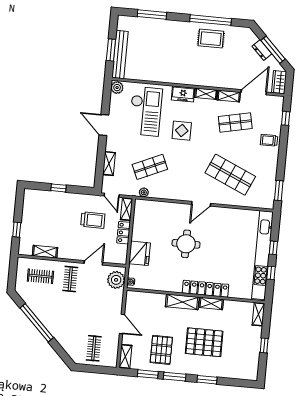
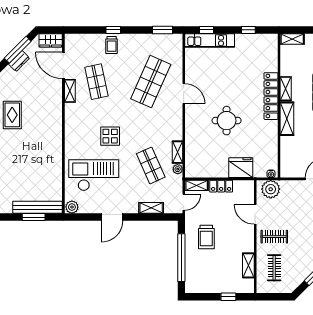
freezer: (183, 94) -> (72, 138), removed
shelving: (206, 94) -> (178, 152), moved
window: (286, 118) -> (113, 30), moved
window: (59, 188) -> (181, 258), width x3.17
door: (201, 204) -> (184, 94), moved
trolley: (93, 220) -> (206, 237), moved, turned 180
window: (273, 248) -> (206, 30), moved
kitchen unit: (262, 255) -> (210, 41), width x0.54

